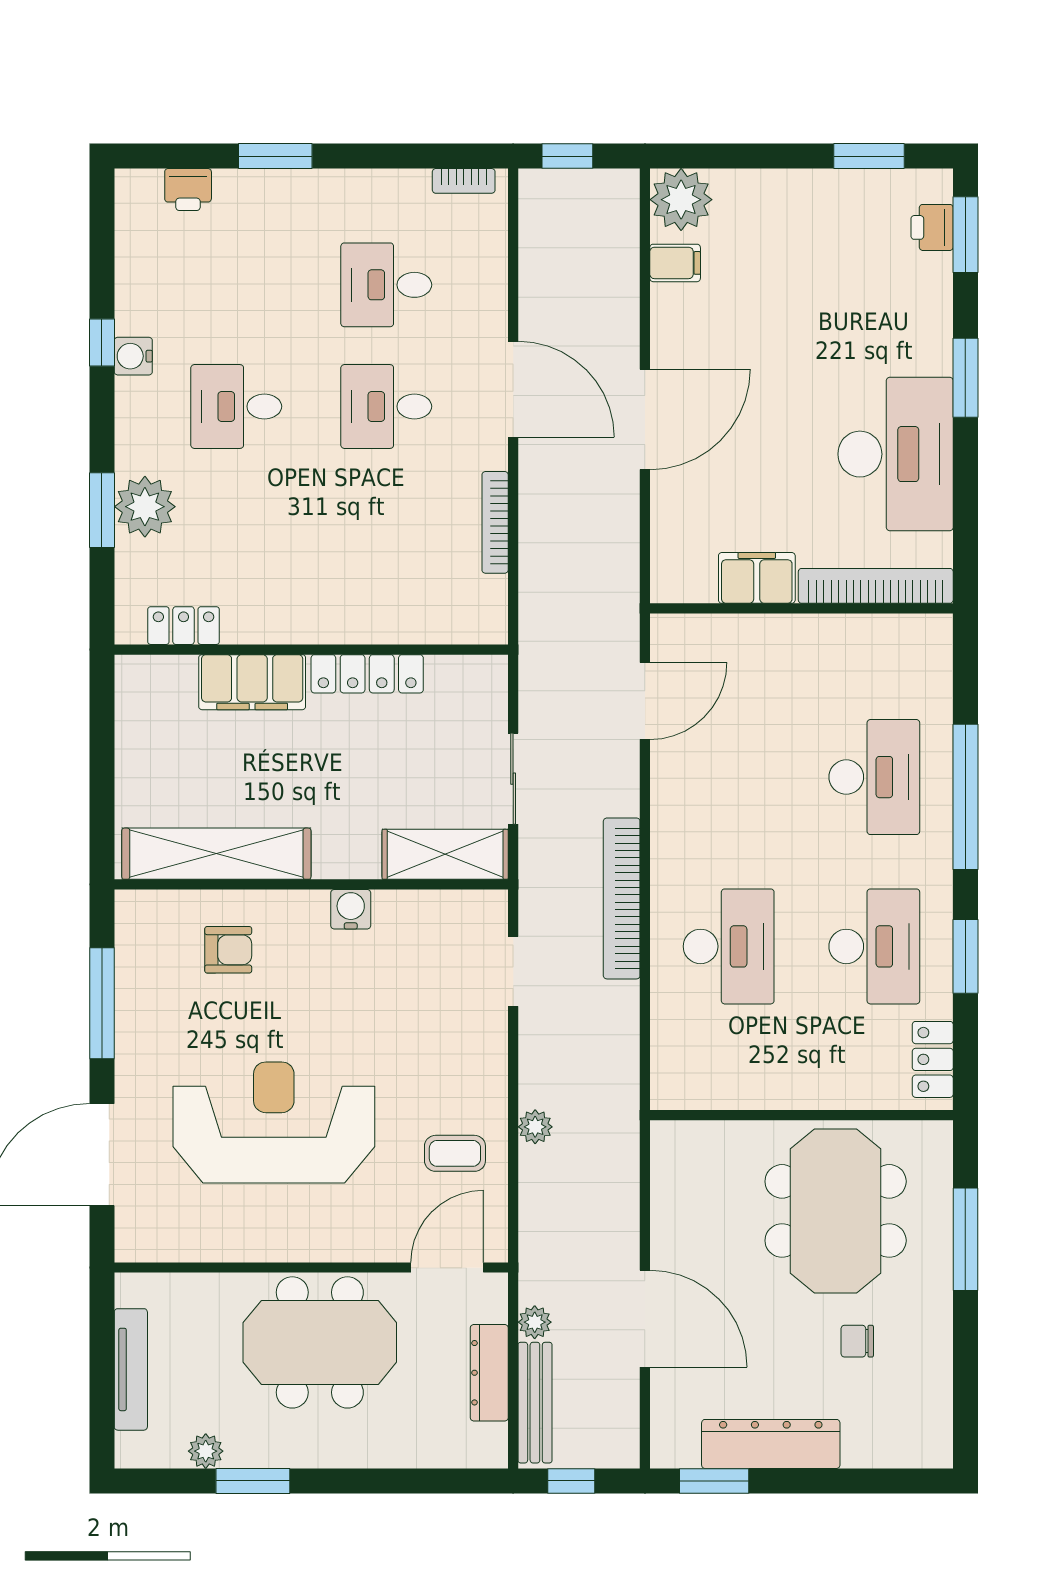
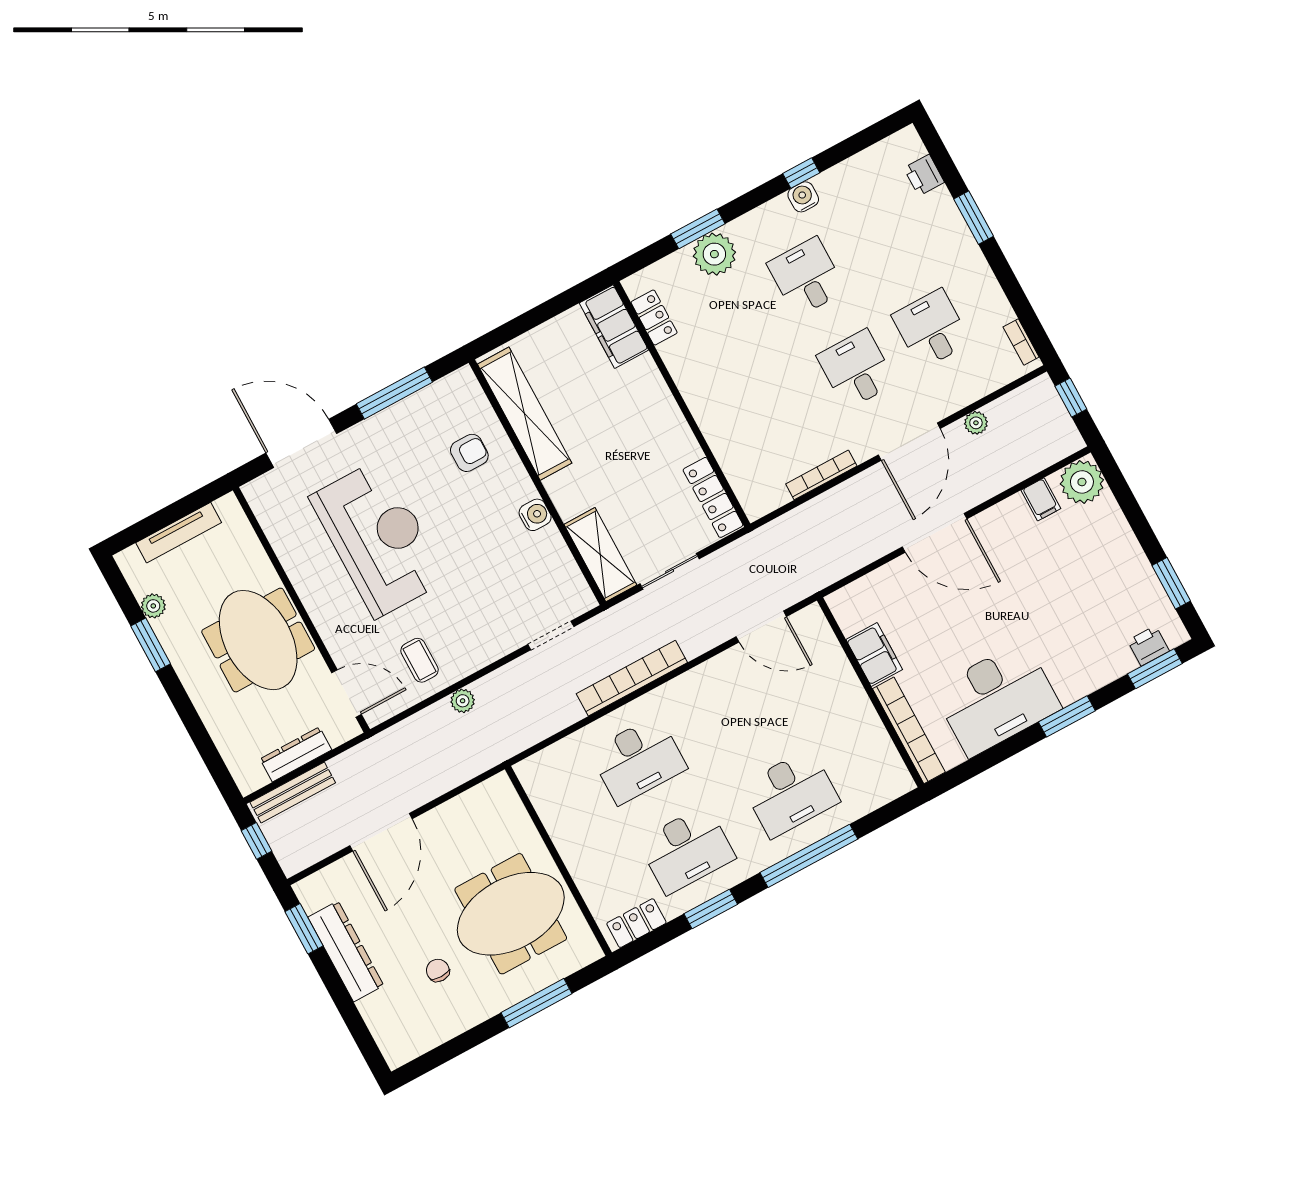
locker: (367, 674) -> (713, 497), moved
filing cabinet: (252, 682) -> (614, 327), moved
armchair: (228, 950) -> (469, 453), turned -90
plant: (535, 1322) -> (976, 423), moved

